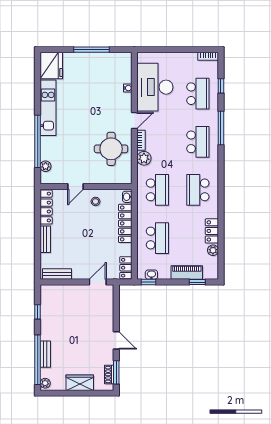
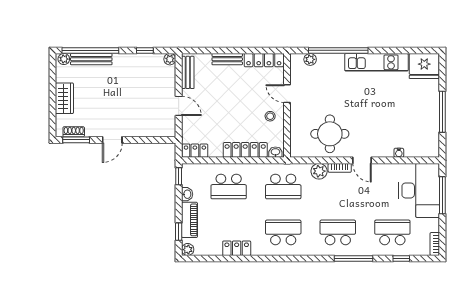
window: (165, 50) -> (442, 195), added
desk: (155, 87) -> (419, 190), moved, turned 90
school desk: (198, 94) -> (392, 232), turned 180
school desk: (198, 142) -> (338, 232), turned 180
plant: (213, 250) -> (188, 250), moved
washbasin: (151, 275) -> (187, 194), moved
door: (98, 282) -> (179, 106), moved
plant: (45, 290) -> (170, 59), added
bench: (45, 354) -> (91, 59), width x1.36

